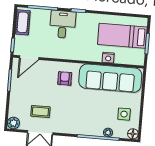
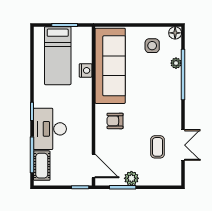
cot: (23, 22) -> (42, 166), moved, turned 90
desk: (63, 24) -> (50, 129), width x1.37
plant: (13, 123) -> (131, 178), moved

